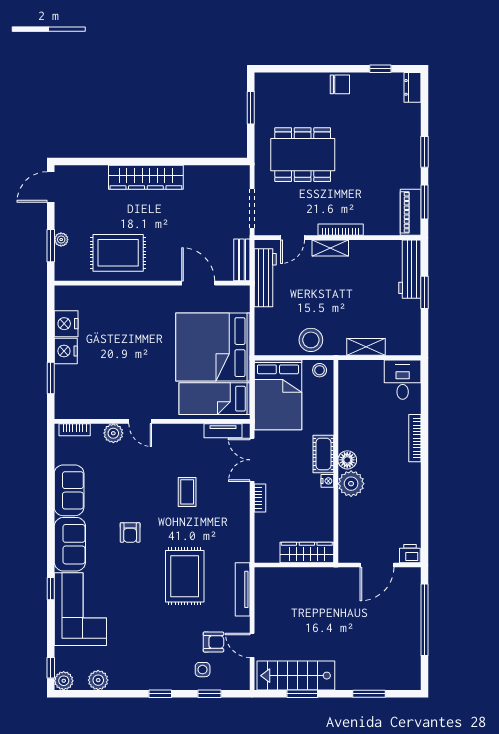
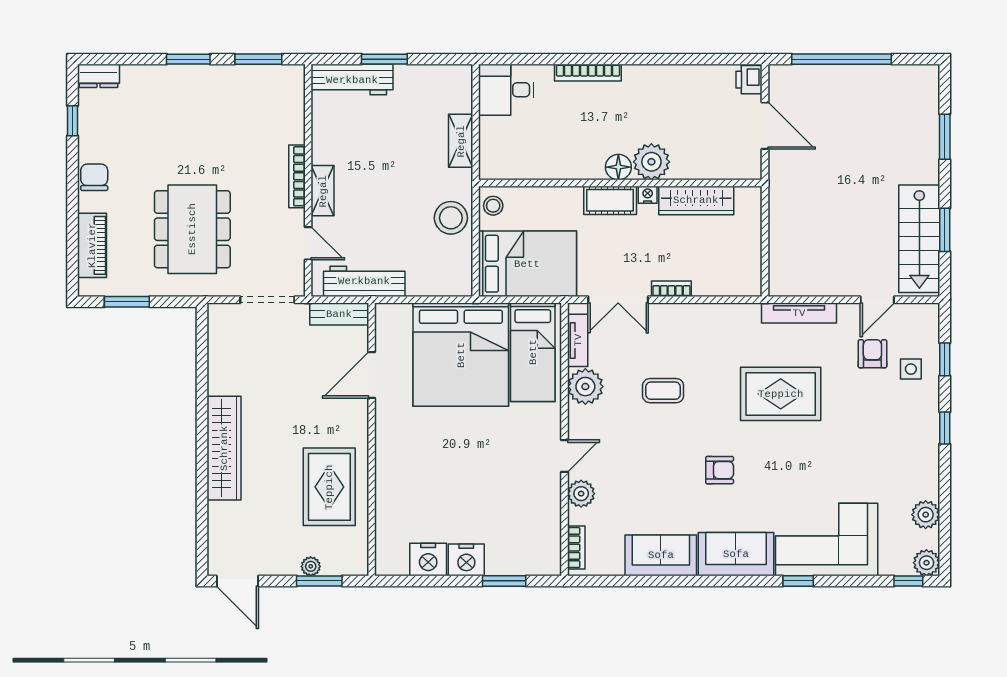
piano: (411, 212) -> (92, 245), moved, turned -90
plant: (190, 436) -> (585, 387), added
wardrobe: (307, 552) -> (696, 200), moved, turned -90

